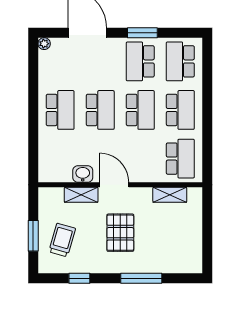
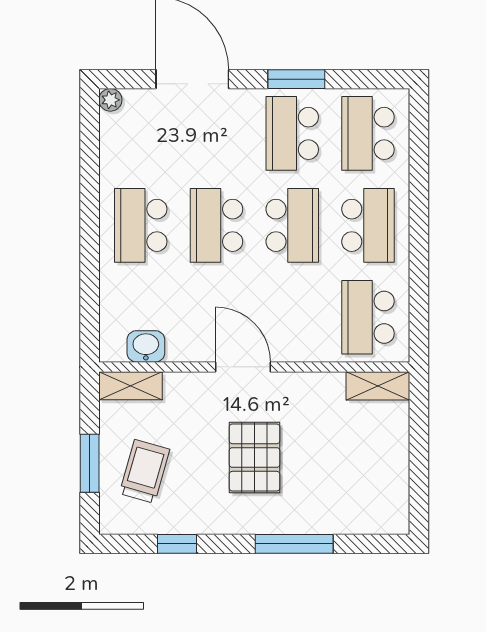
school desk: (60, 110) -> (141, 225), turned 180
school desk: (100, 110) -> (216, 225), turned 180
school desk: (180, 159) -> (368, 317), turned 180
washbasin: (83, 174) -> (146, 346), moved
shelving: (81, 195) -> (131, 386), moved
shelving: (170, 195) -> (378, 386), moved

